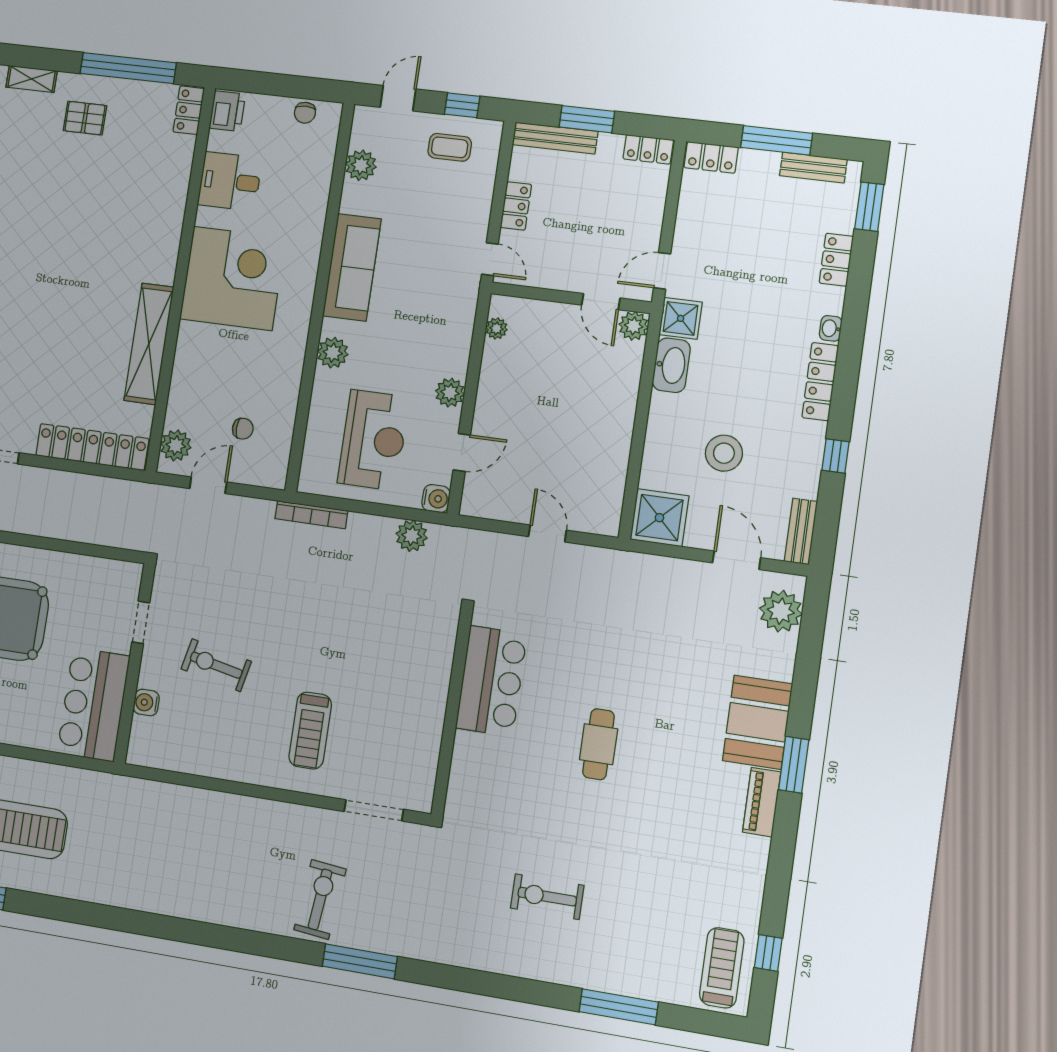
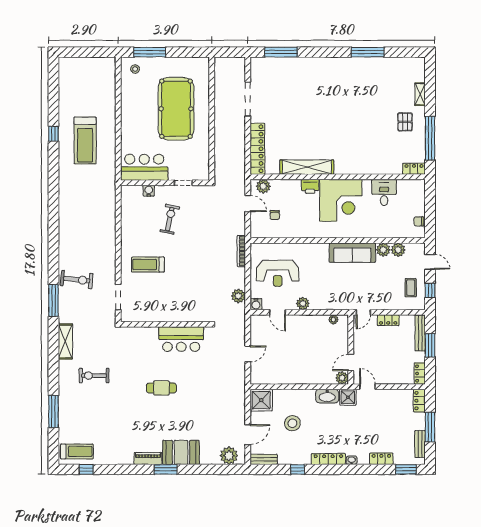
printer: (227, 111) -> (310, 186), moved
plant: (333, 353) -> (383, 250), moved
exercise bike: (547, 897) -> (94, 376), turned -90
shelving: (458, 950) -> (65, 341), added

